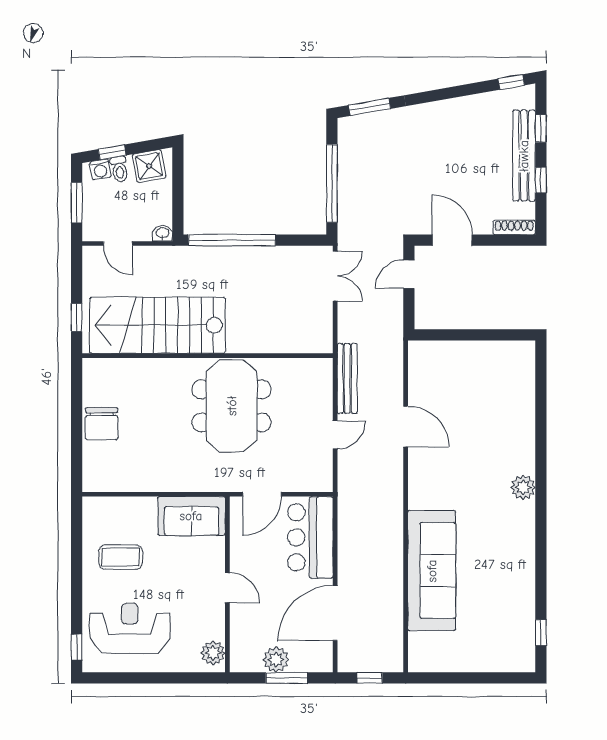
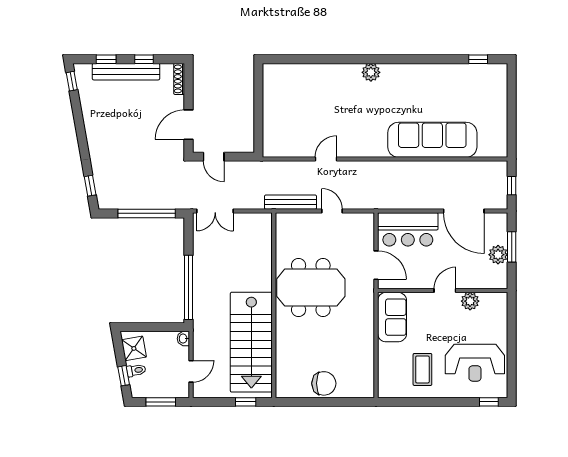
window: (370, 107) -> (90, 186), width x0.67
washing machine: (100, 169) -> (136, 384), removed
double door: (335, 276) -> (215, 211), swing flipped
door: (406, 427) -> (326, 159), width x0.73
reception desk: (130, 628) -> (475, 363), turned -90
plant: (213, 653) -> (470, 301), moved

